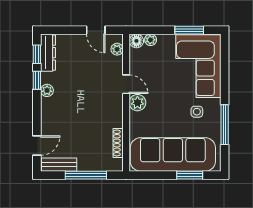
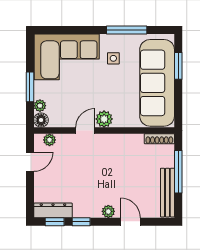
window: (189, 30) -> (30, 87), moved
plant: (47, 90) -> (108, 211), moved
shoe rack: (118, 143) -> (159, 139), moved
door: (37, 145) -> (130, 222), moved
bench: (59, 165) -> (167, 193), width x1.36

